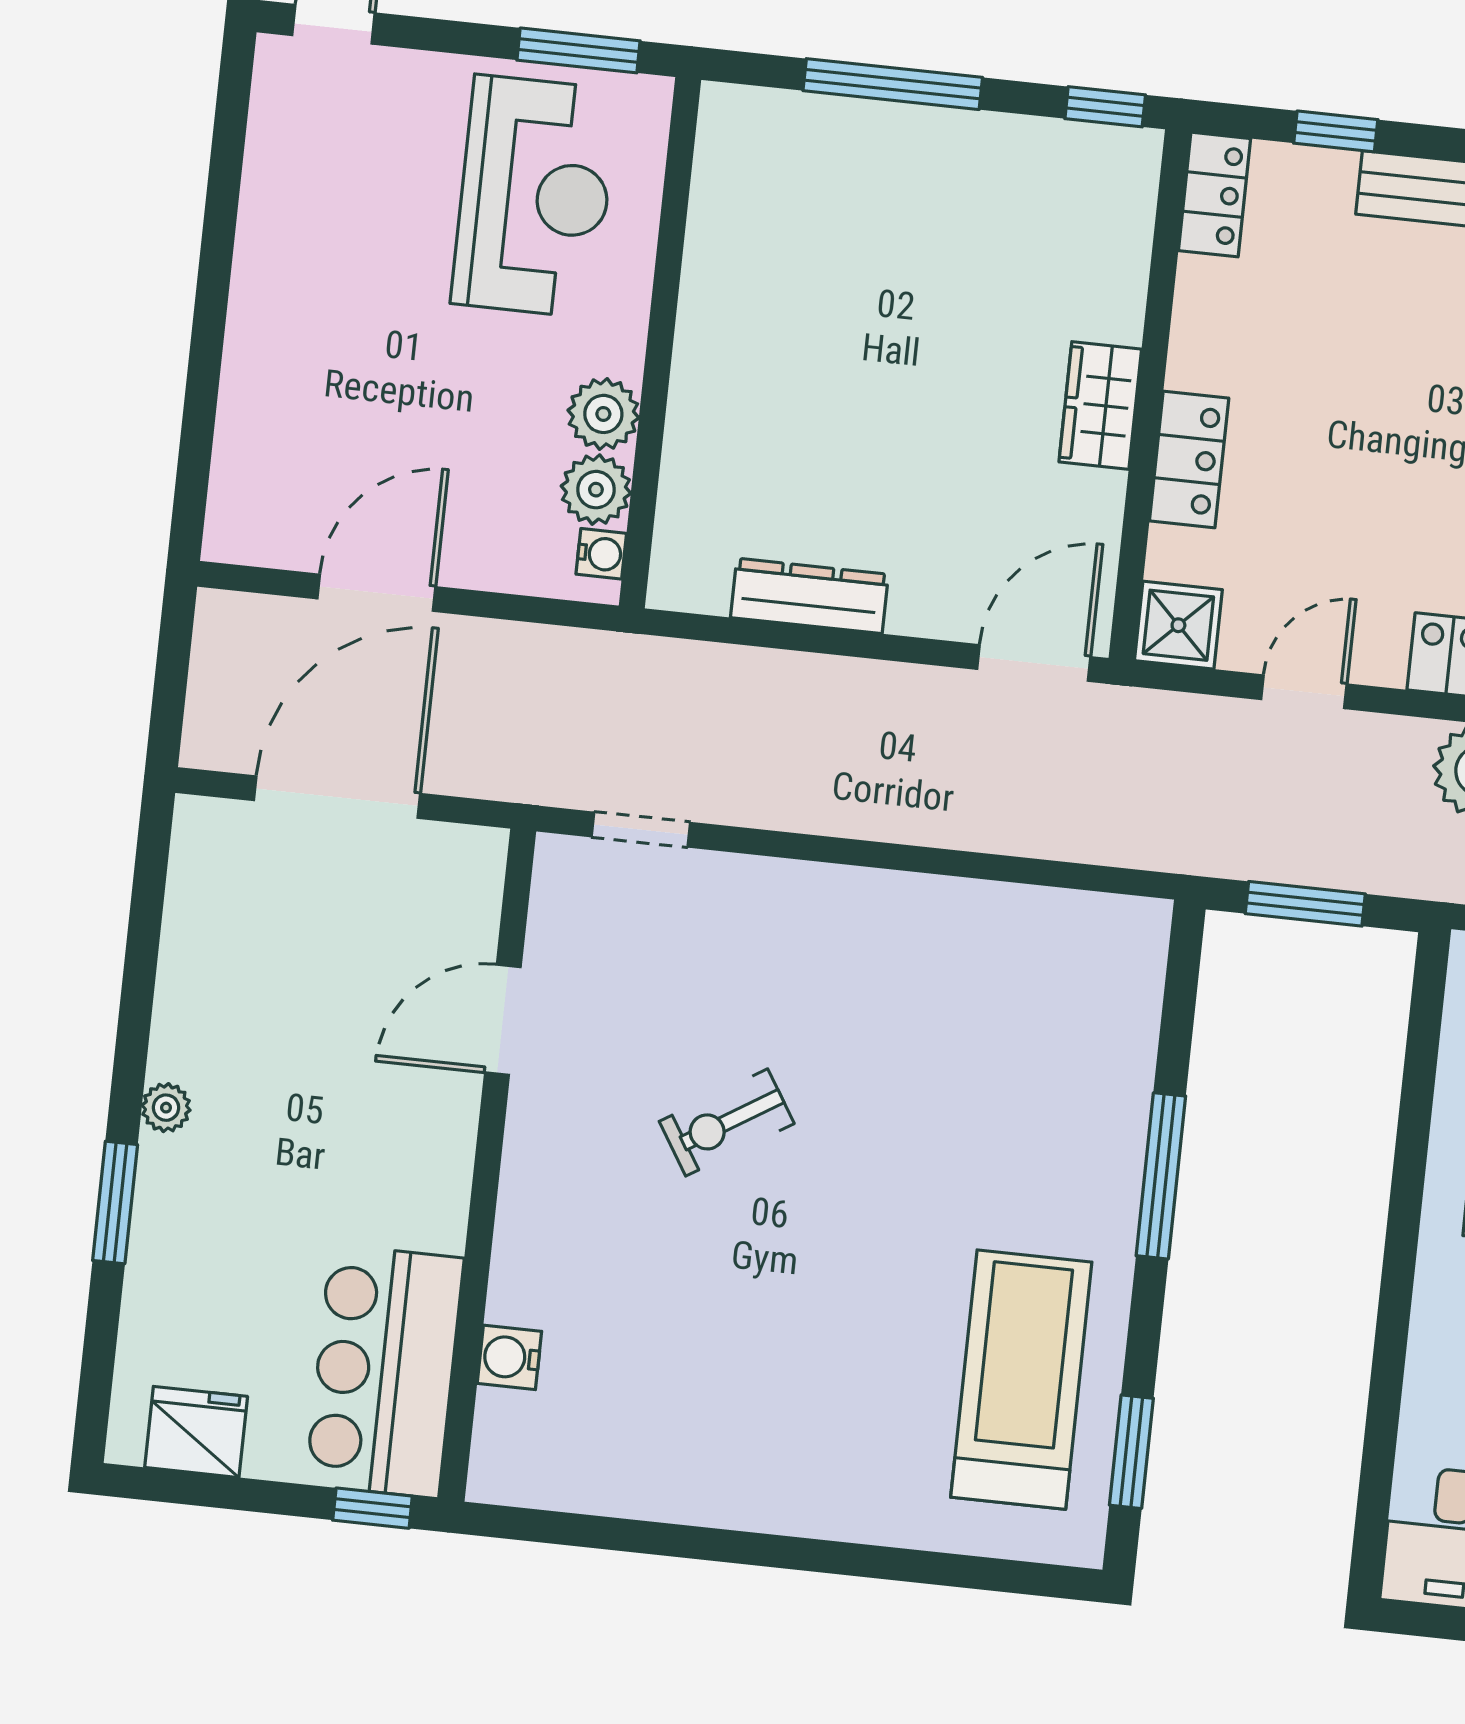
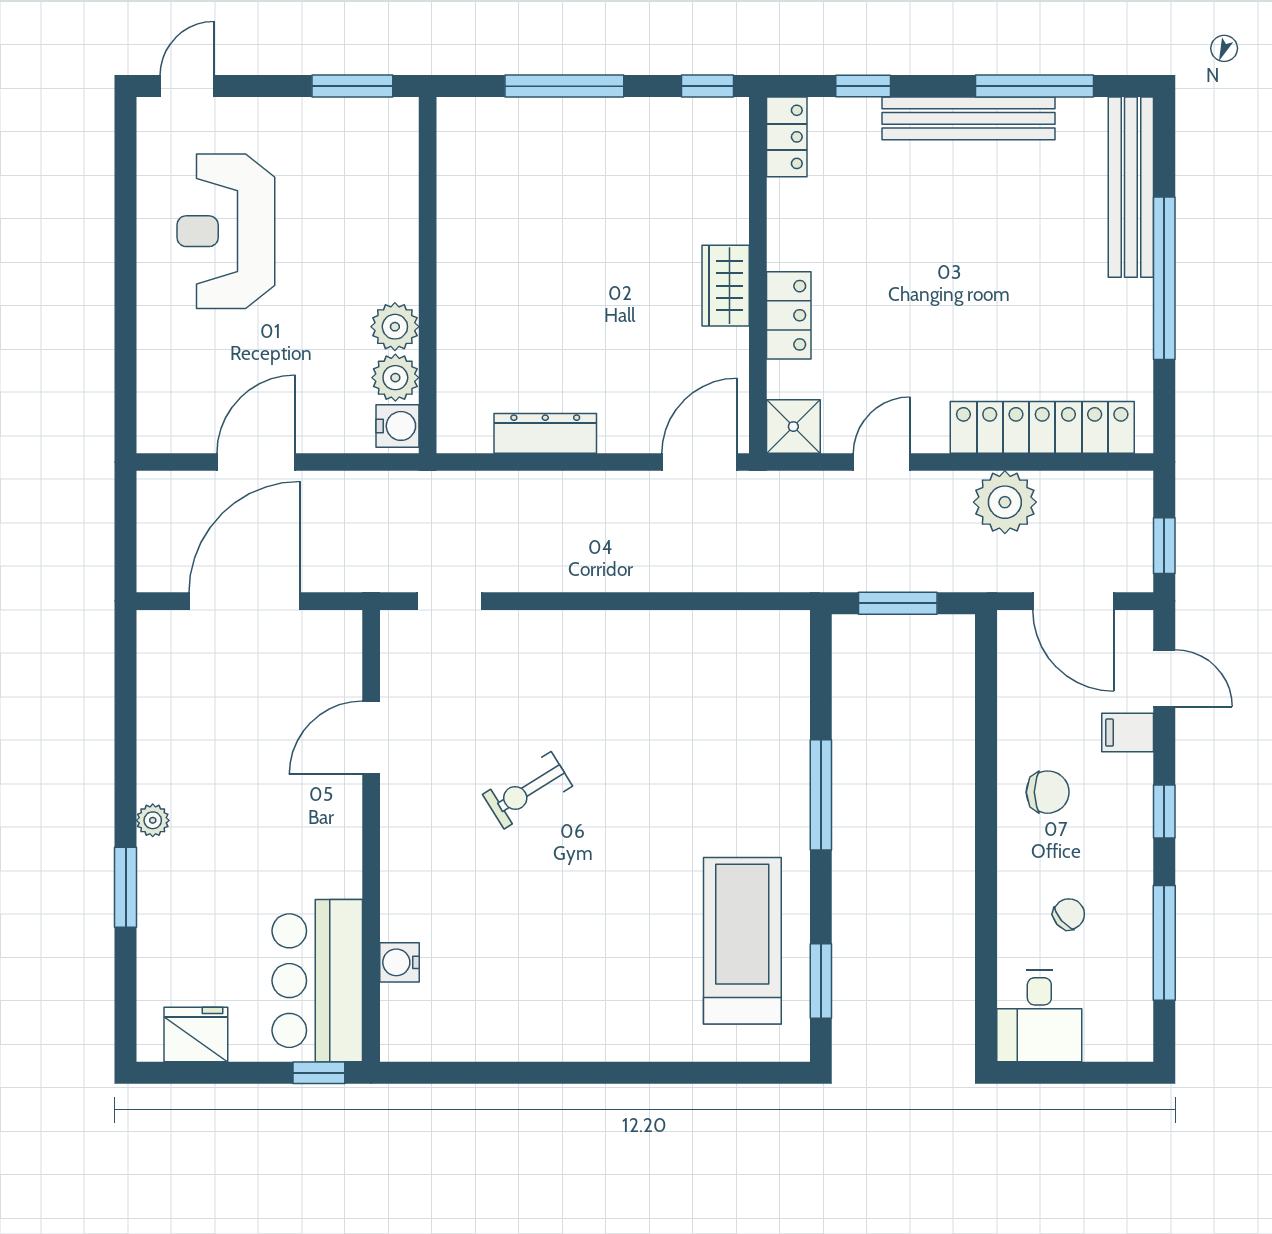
reception desk: (534, 196) -> (226, 231), moved, turned 180
water cooler: (601, 554) -> (398, 426), width x1.38, depth x1.38

